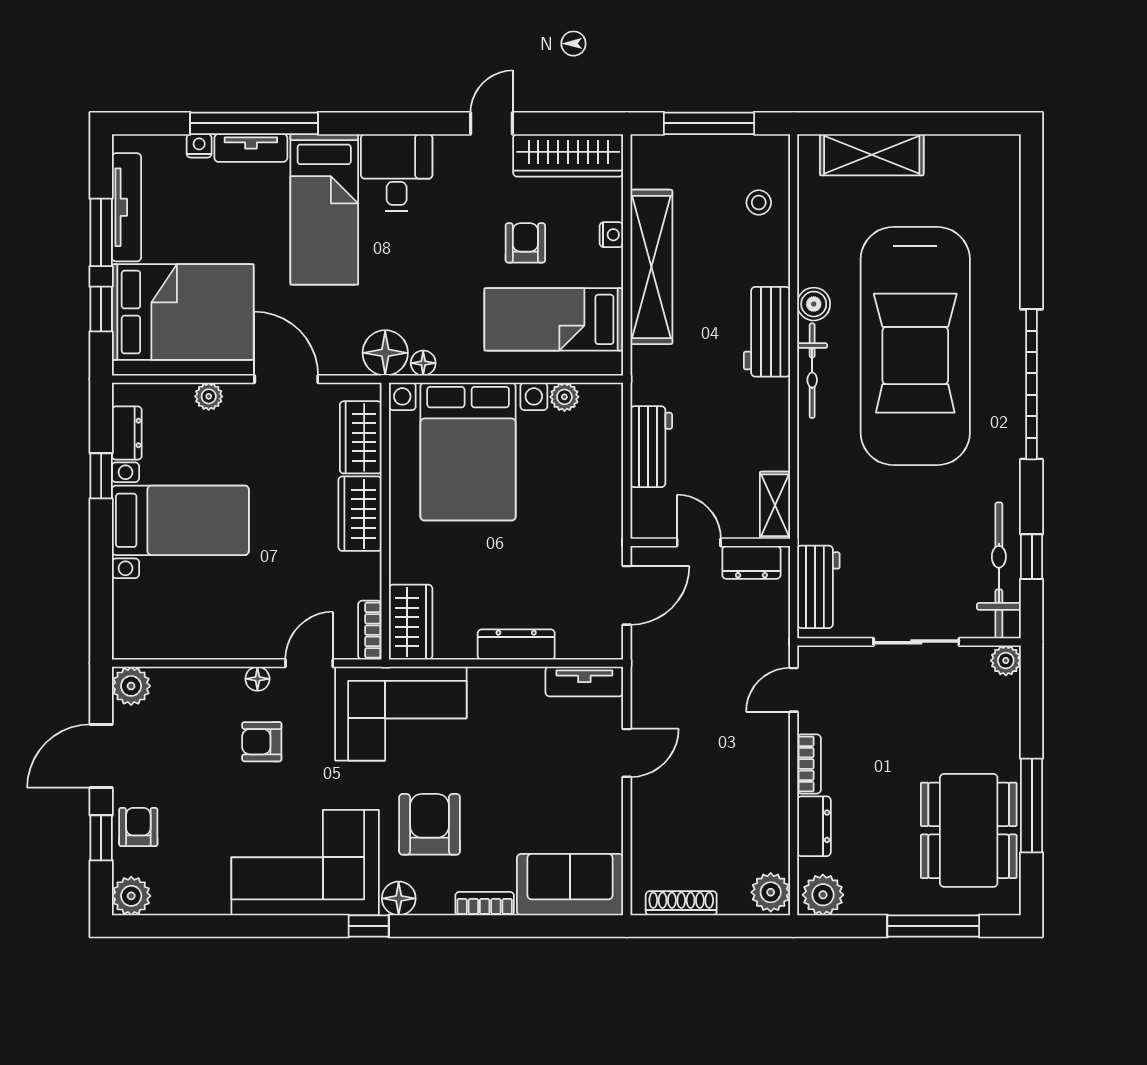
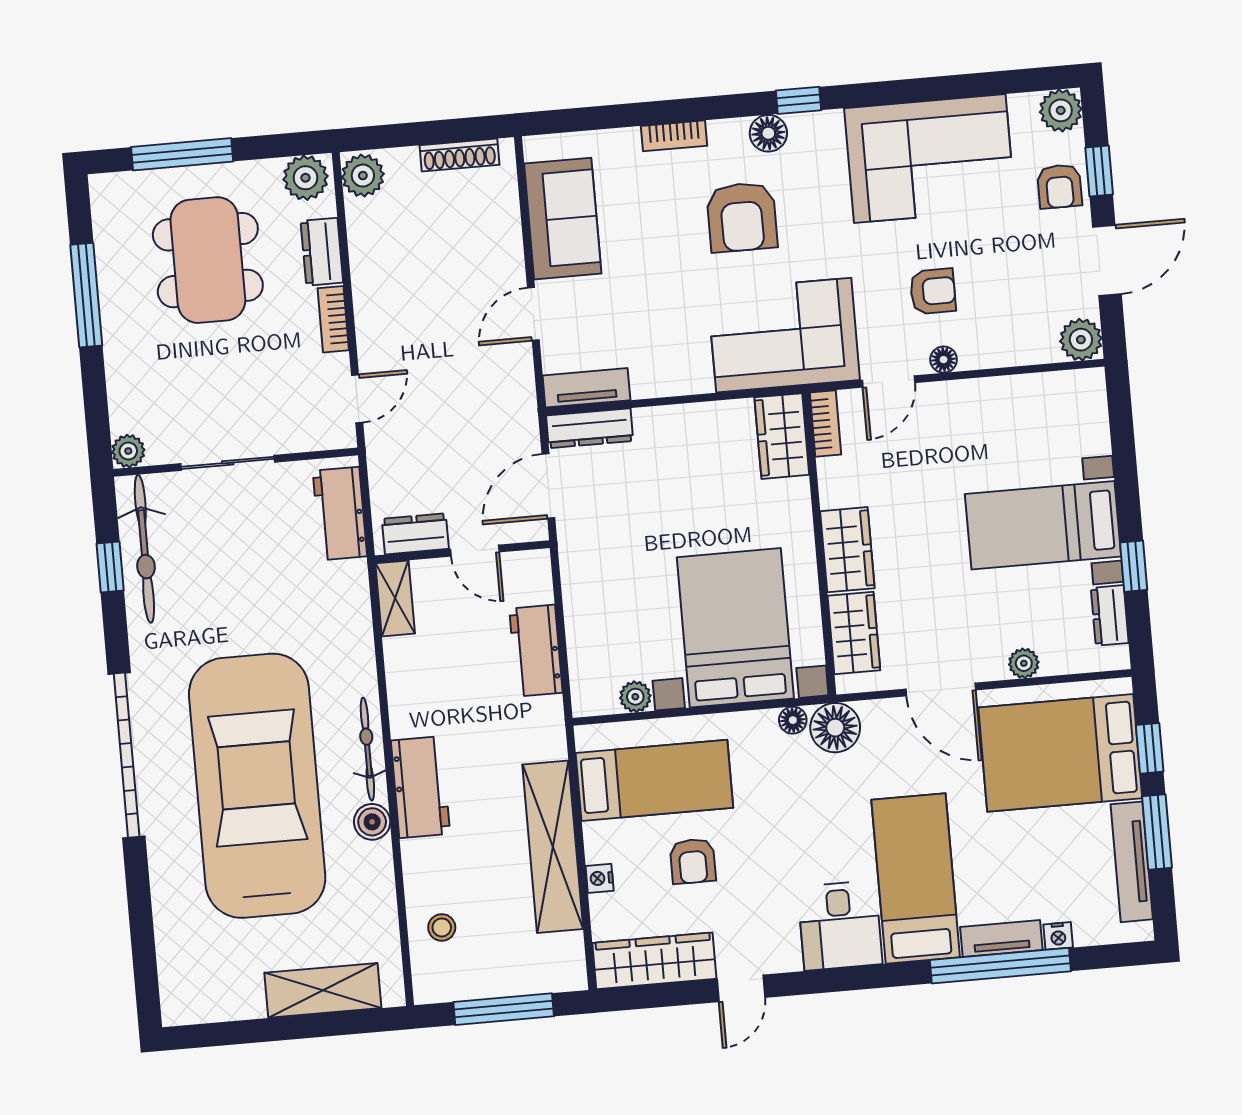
dresser: (516, 645) -> (590, 428), moved
dining table: (969, 830) -> (208, 260), moved
corner sofa: (305, 863) -> (930, 159), moved
sofa: (570, 885) -> (563, 219), moved, turned -90

